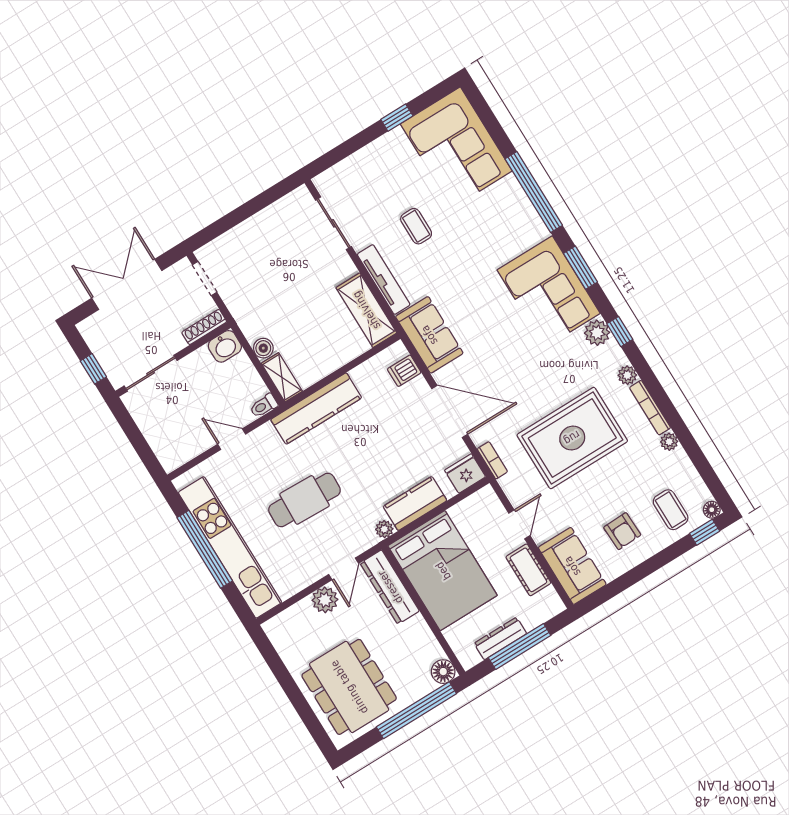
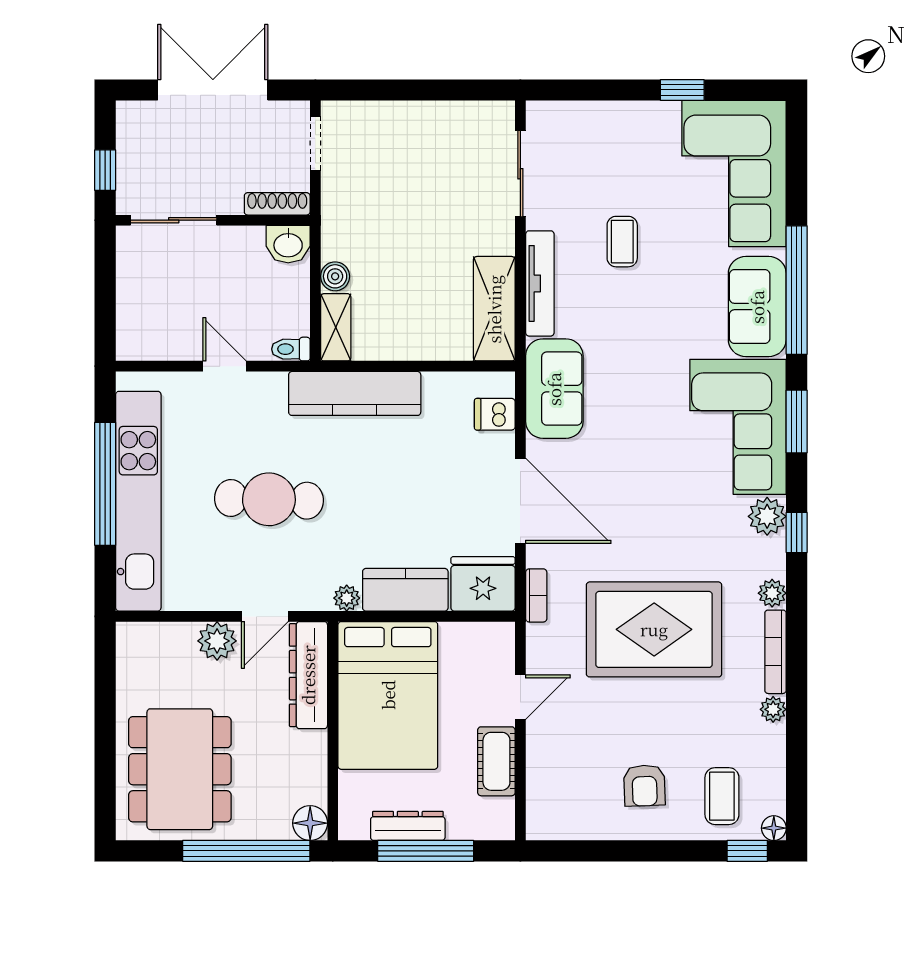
fridge: (465, 473) -> (483, 584), width x1.36, depth x1.34
sofa: (572, 566) -> (757, 307), moved, turned 180

